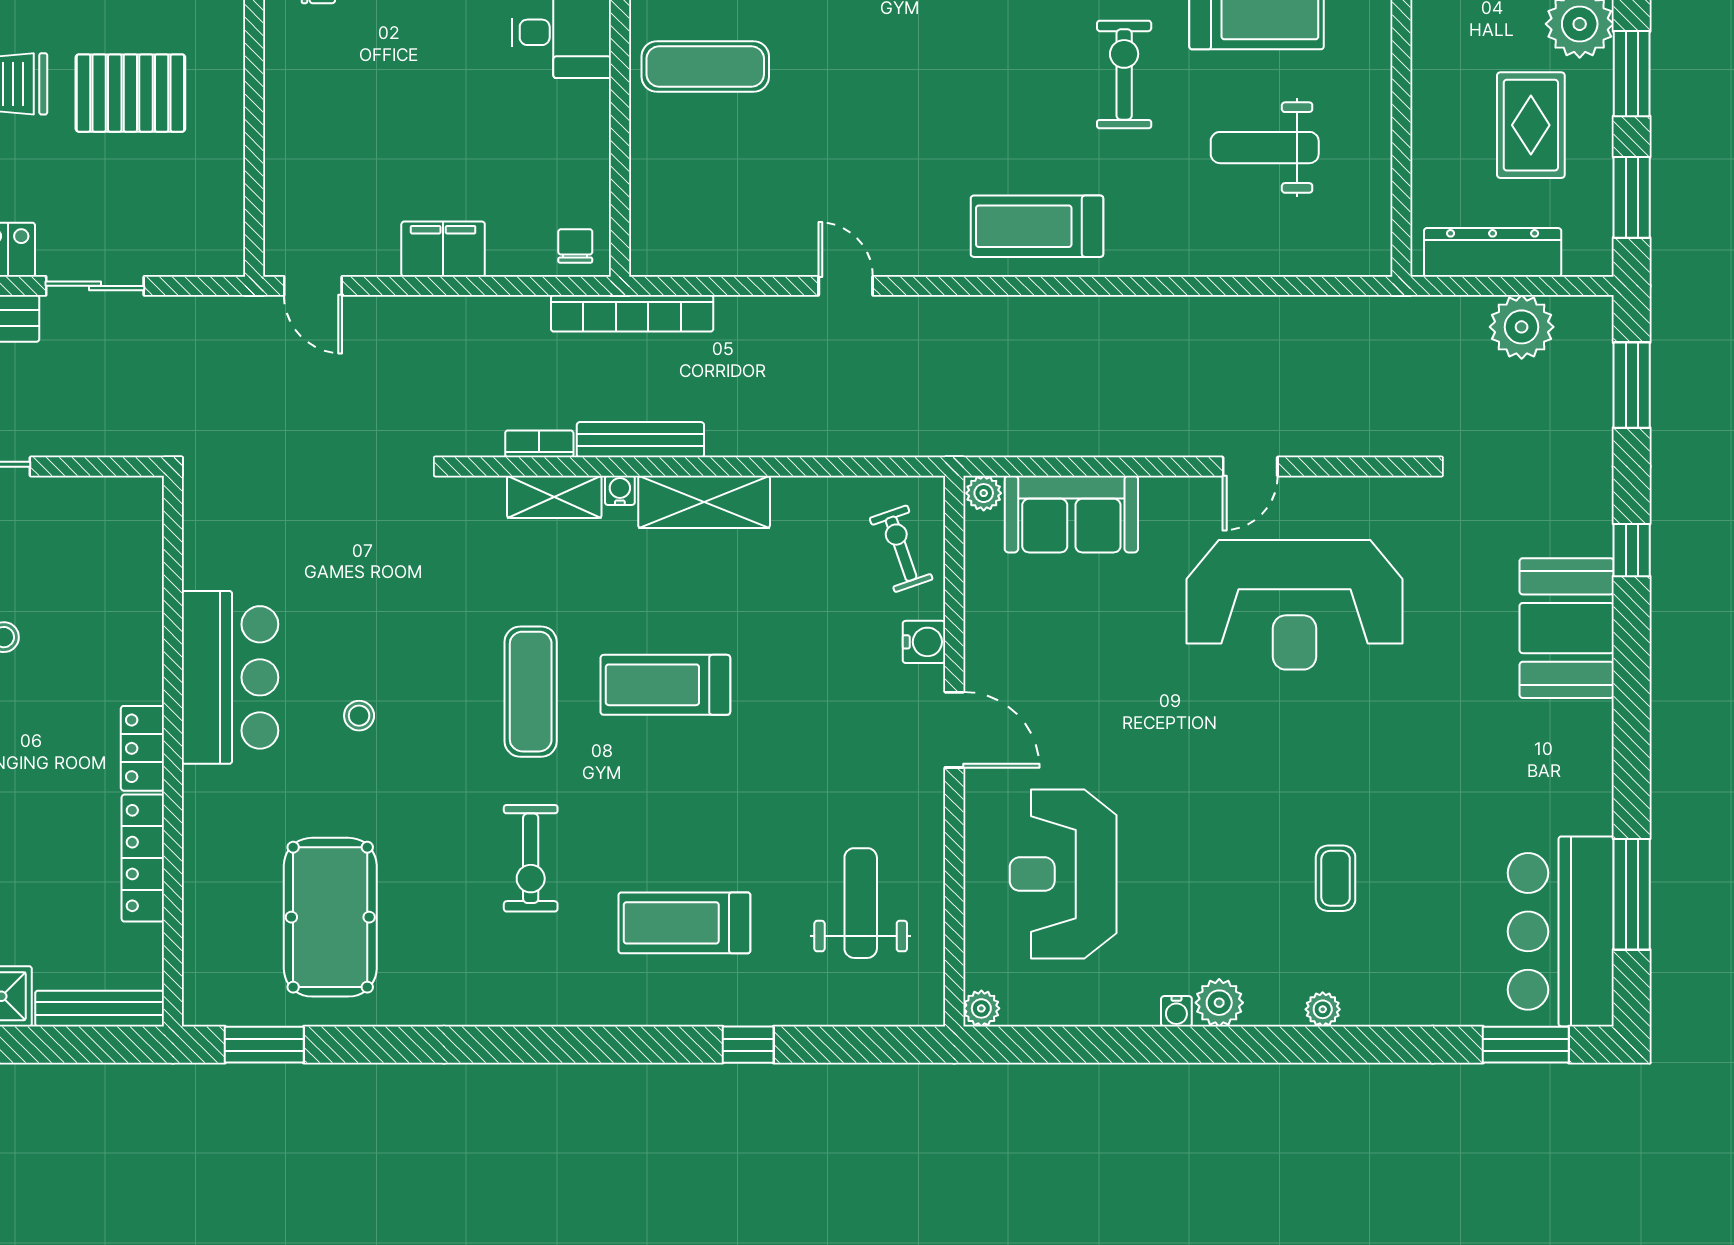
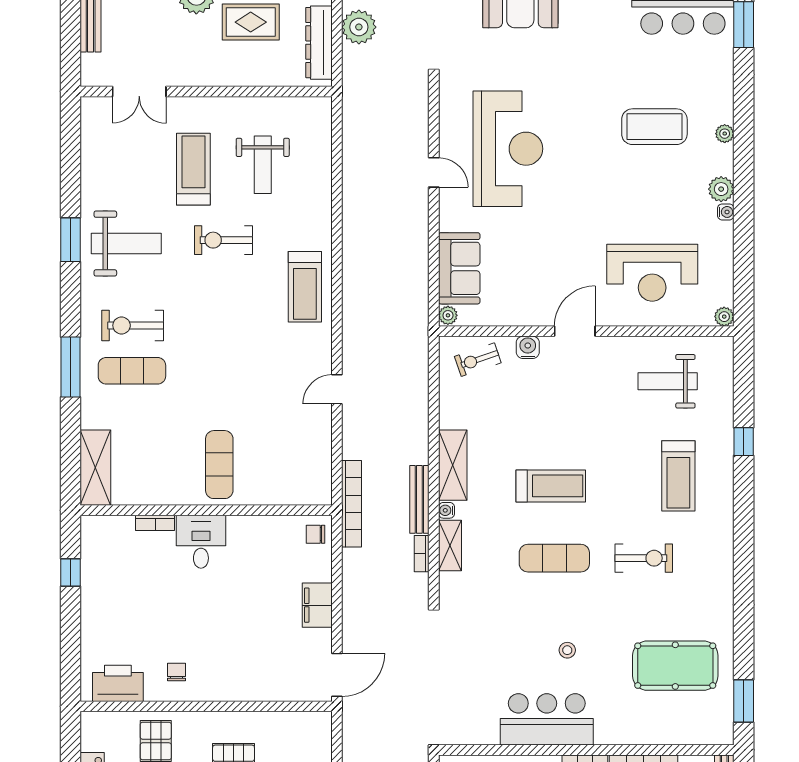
door: (313, 286) -> (337, 675), width x1.38
treadmill: (665, 685) -> (551, 486), turned -90
coffee table: (1336, 878) -> (654, 127), width x1.86, depth x1.72

